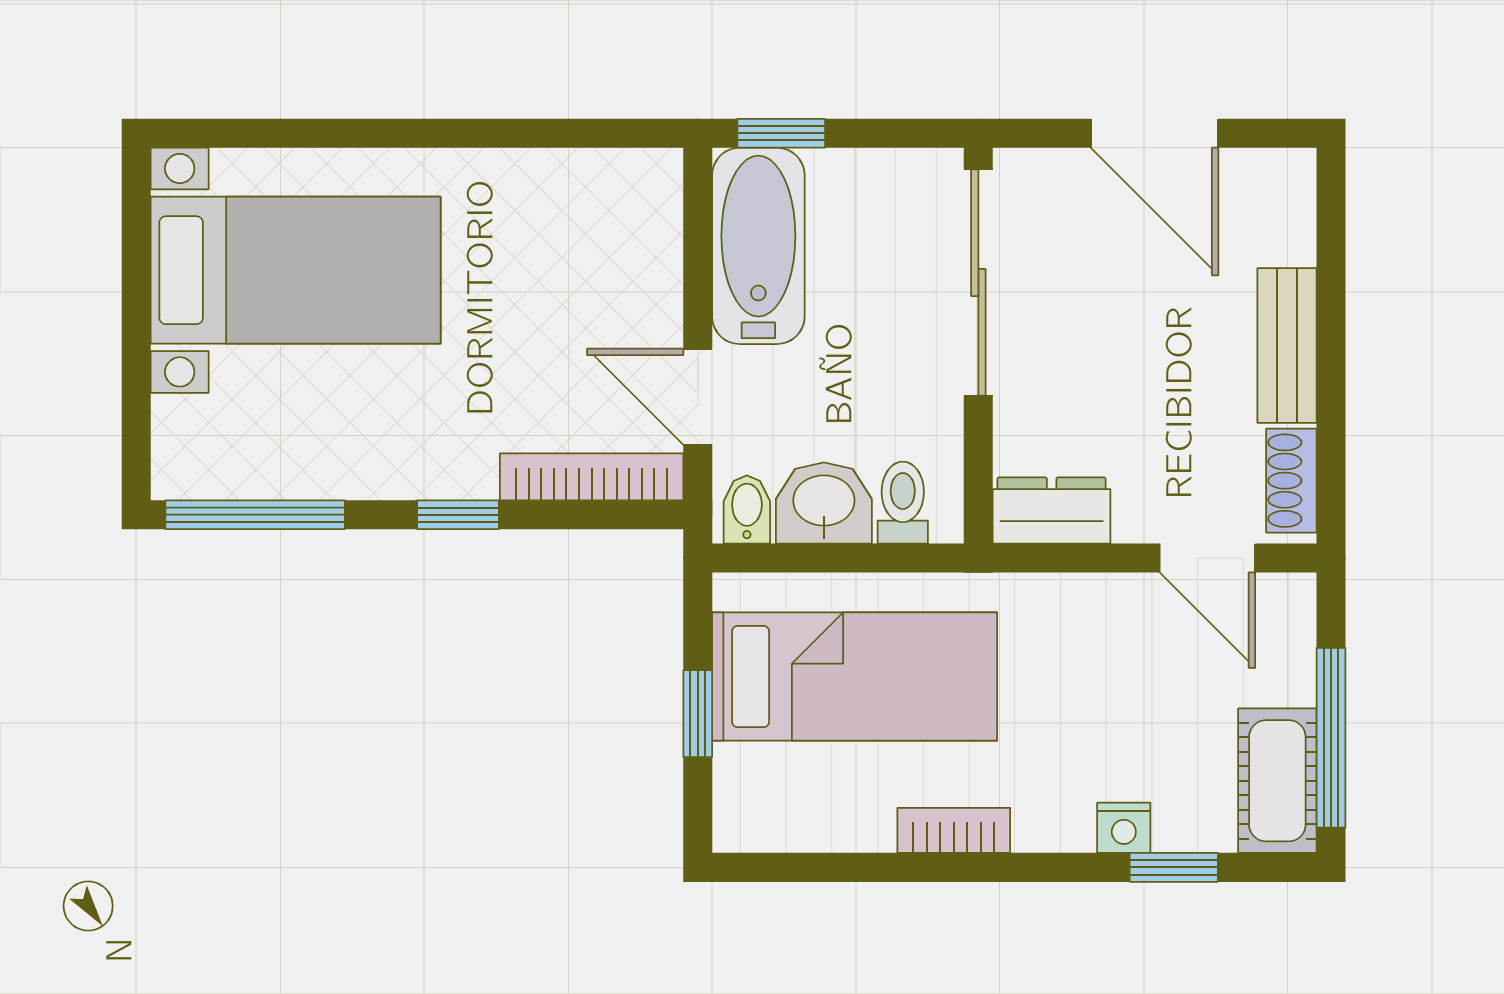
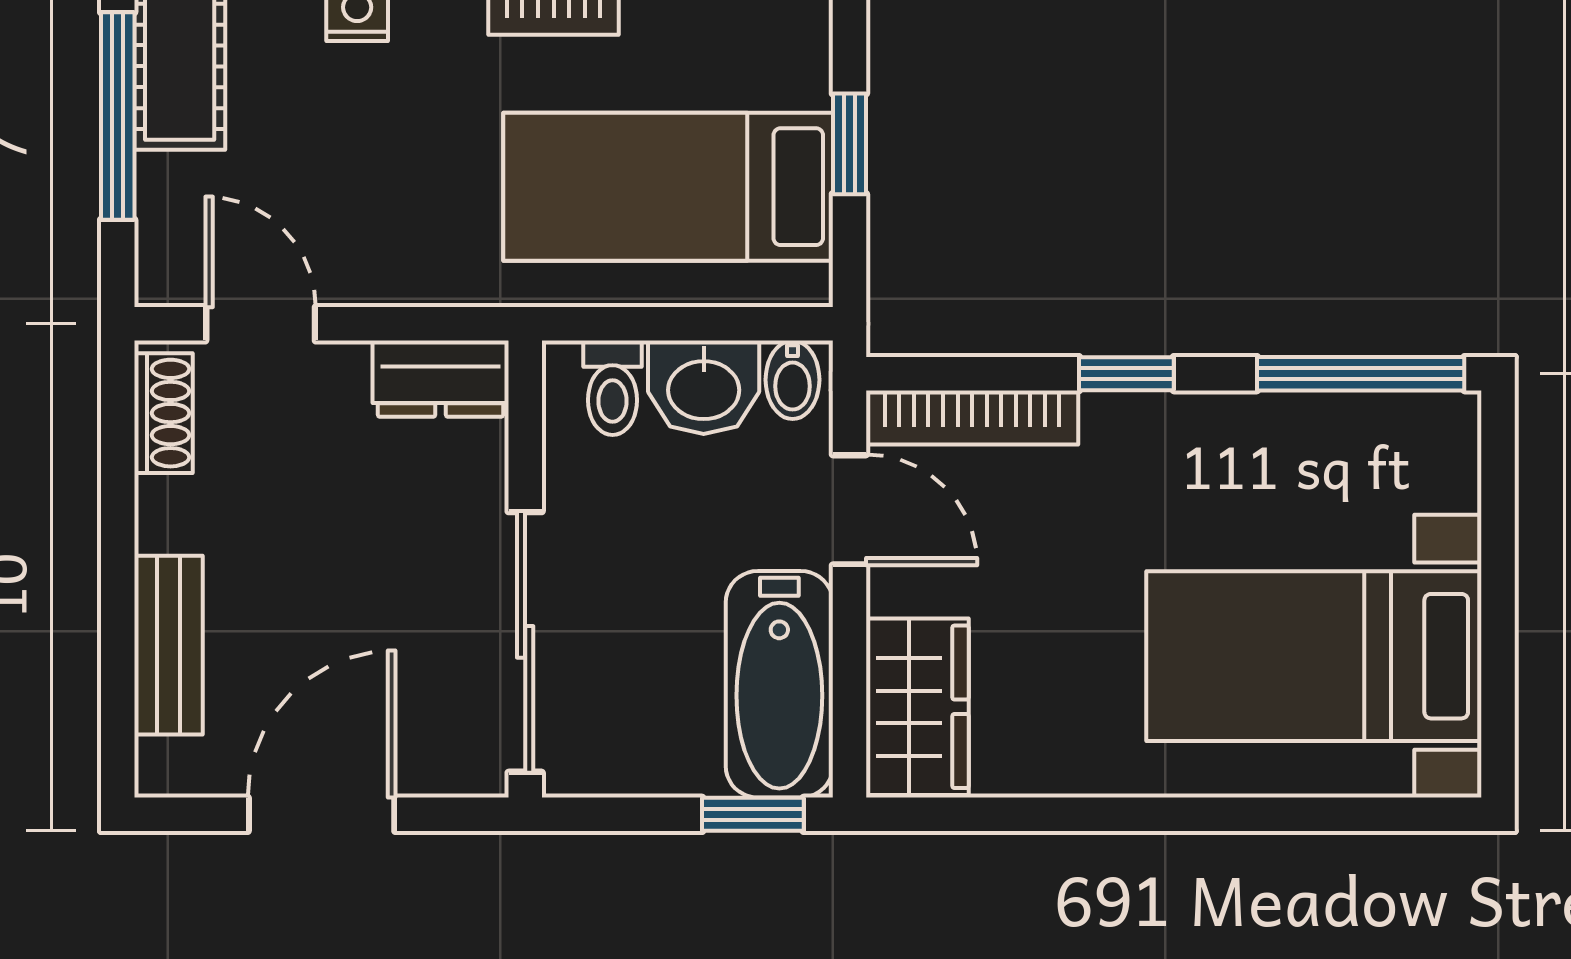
door: (1155, 133) -> (322, 814), hinge flipped
wardrobe: (639, 226) -> (917, 707), added
bench: (1287, 345) -> (169, 645), moved

